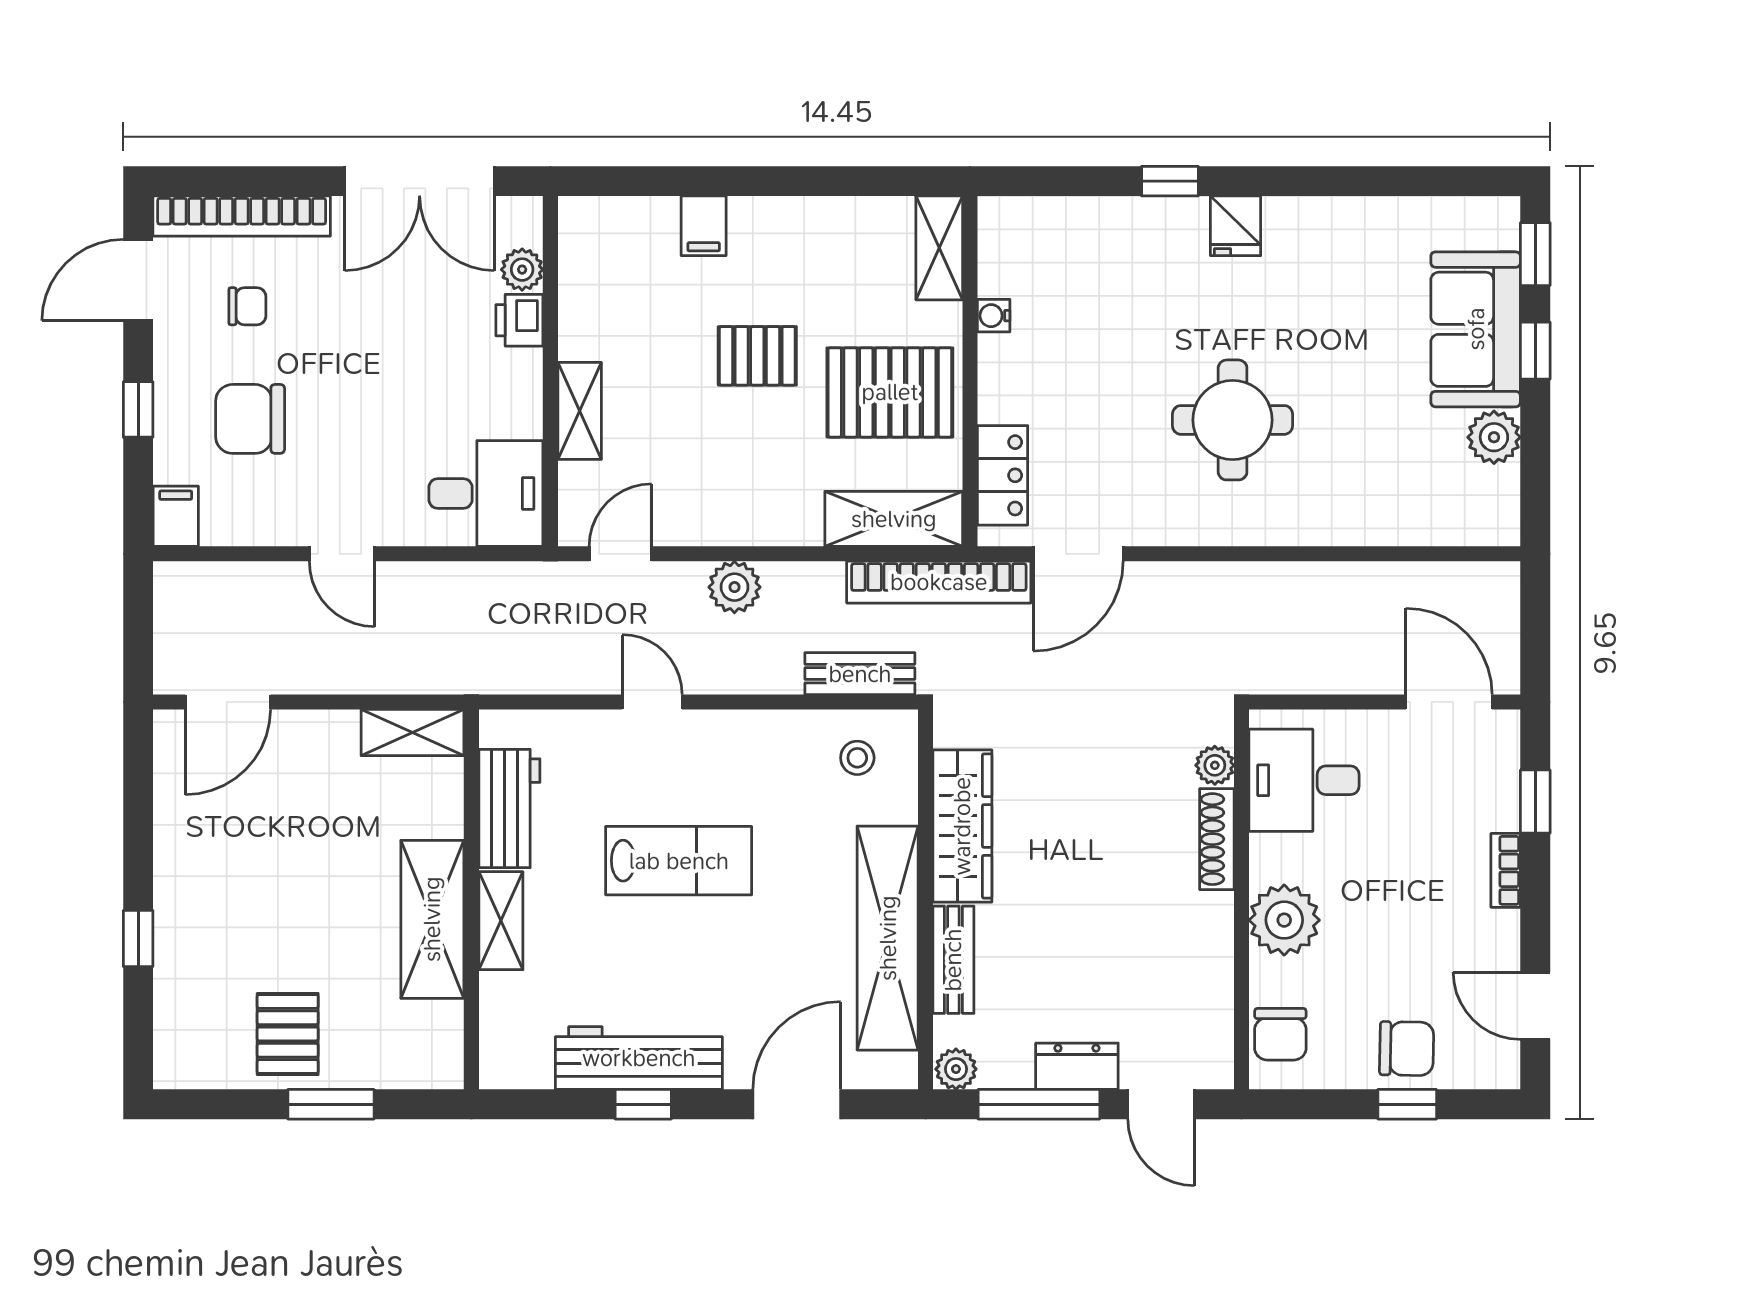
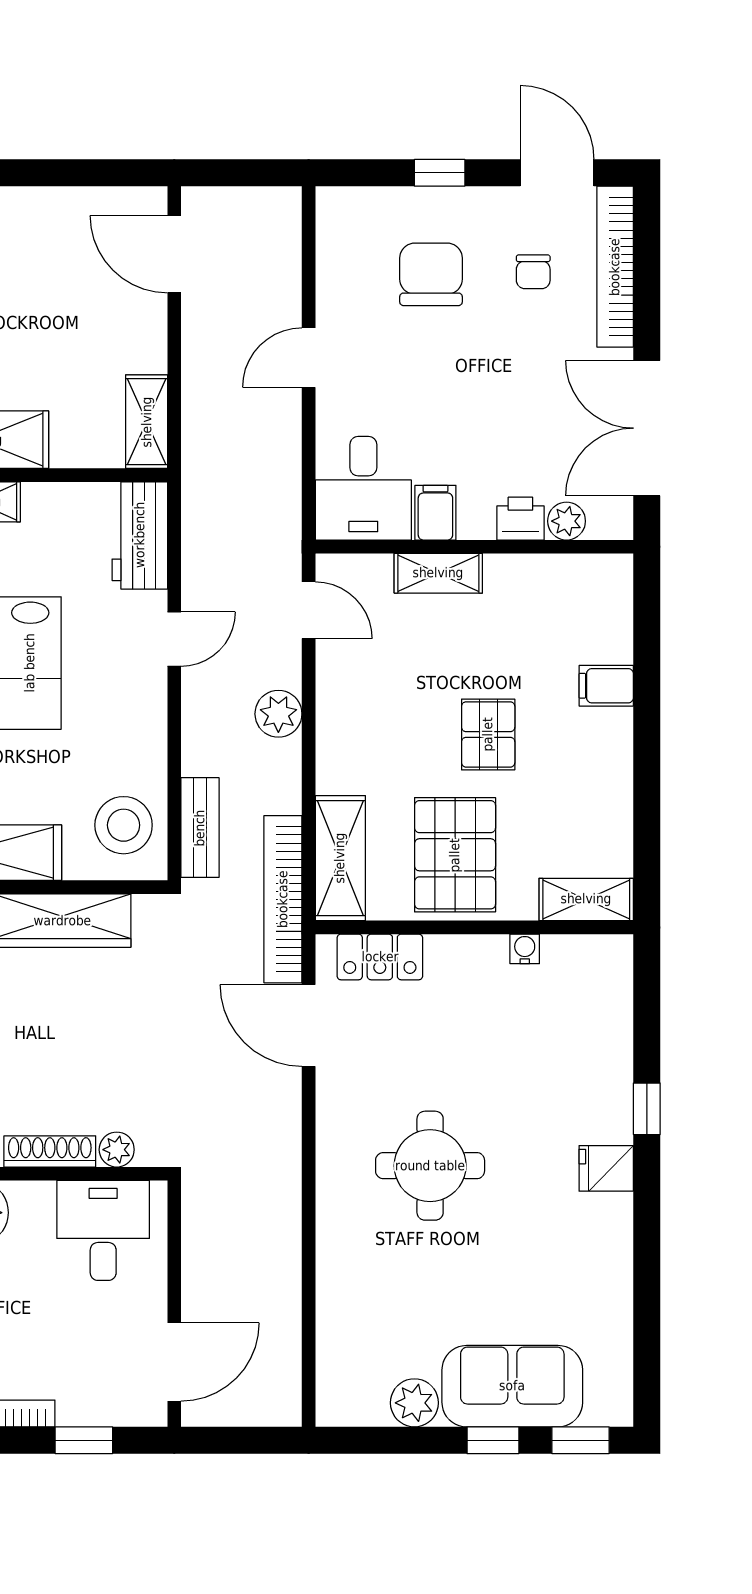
filing cabinet: (176, 516) -> (435, 513), moved, turned -90
stool: (857, 758) -> (124, 825), width x1.89, depth x1.89
workbench: (509, 809) -> (140, 535), moved, turned 90

